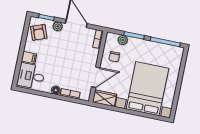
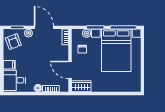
door: (96, 77) -> (70, 70), swing flipped
bed with nightstands: (147, 89) -> (116, 50), moved, turned 180

